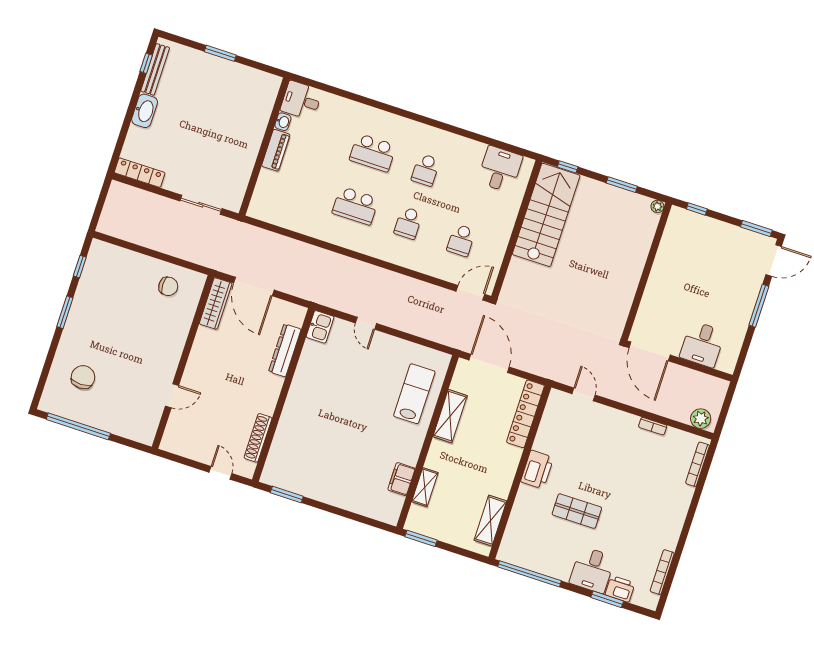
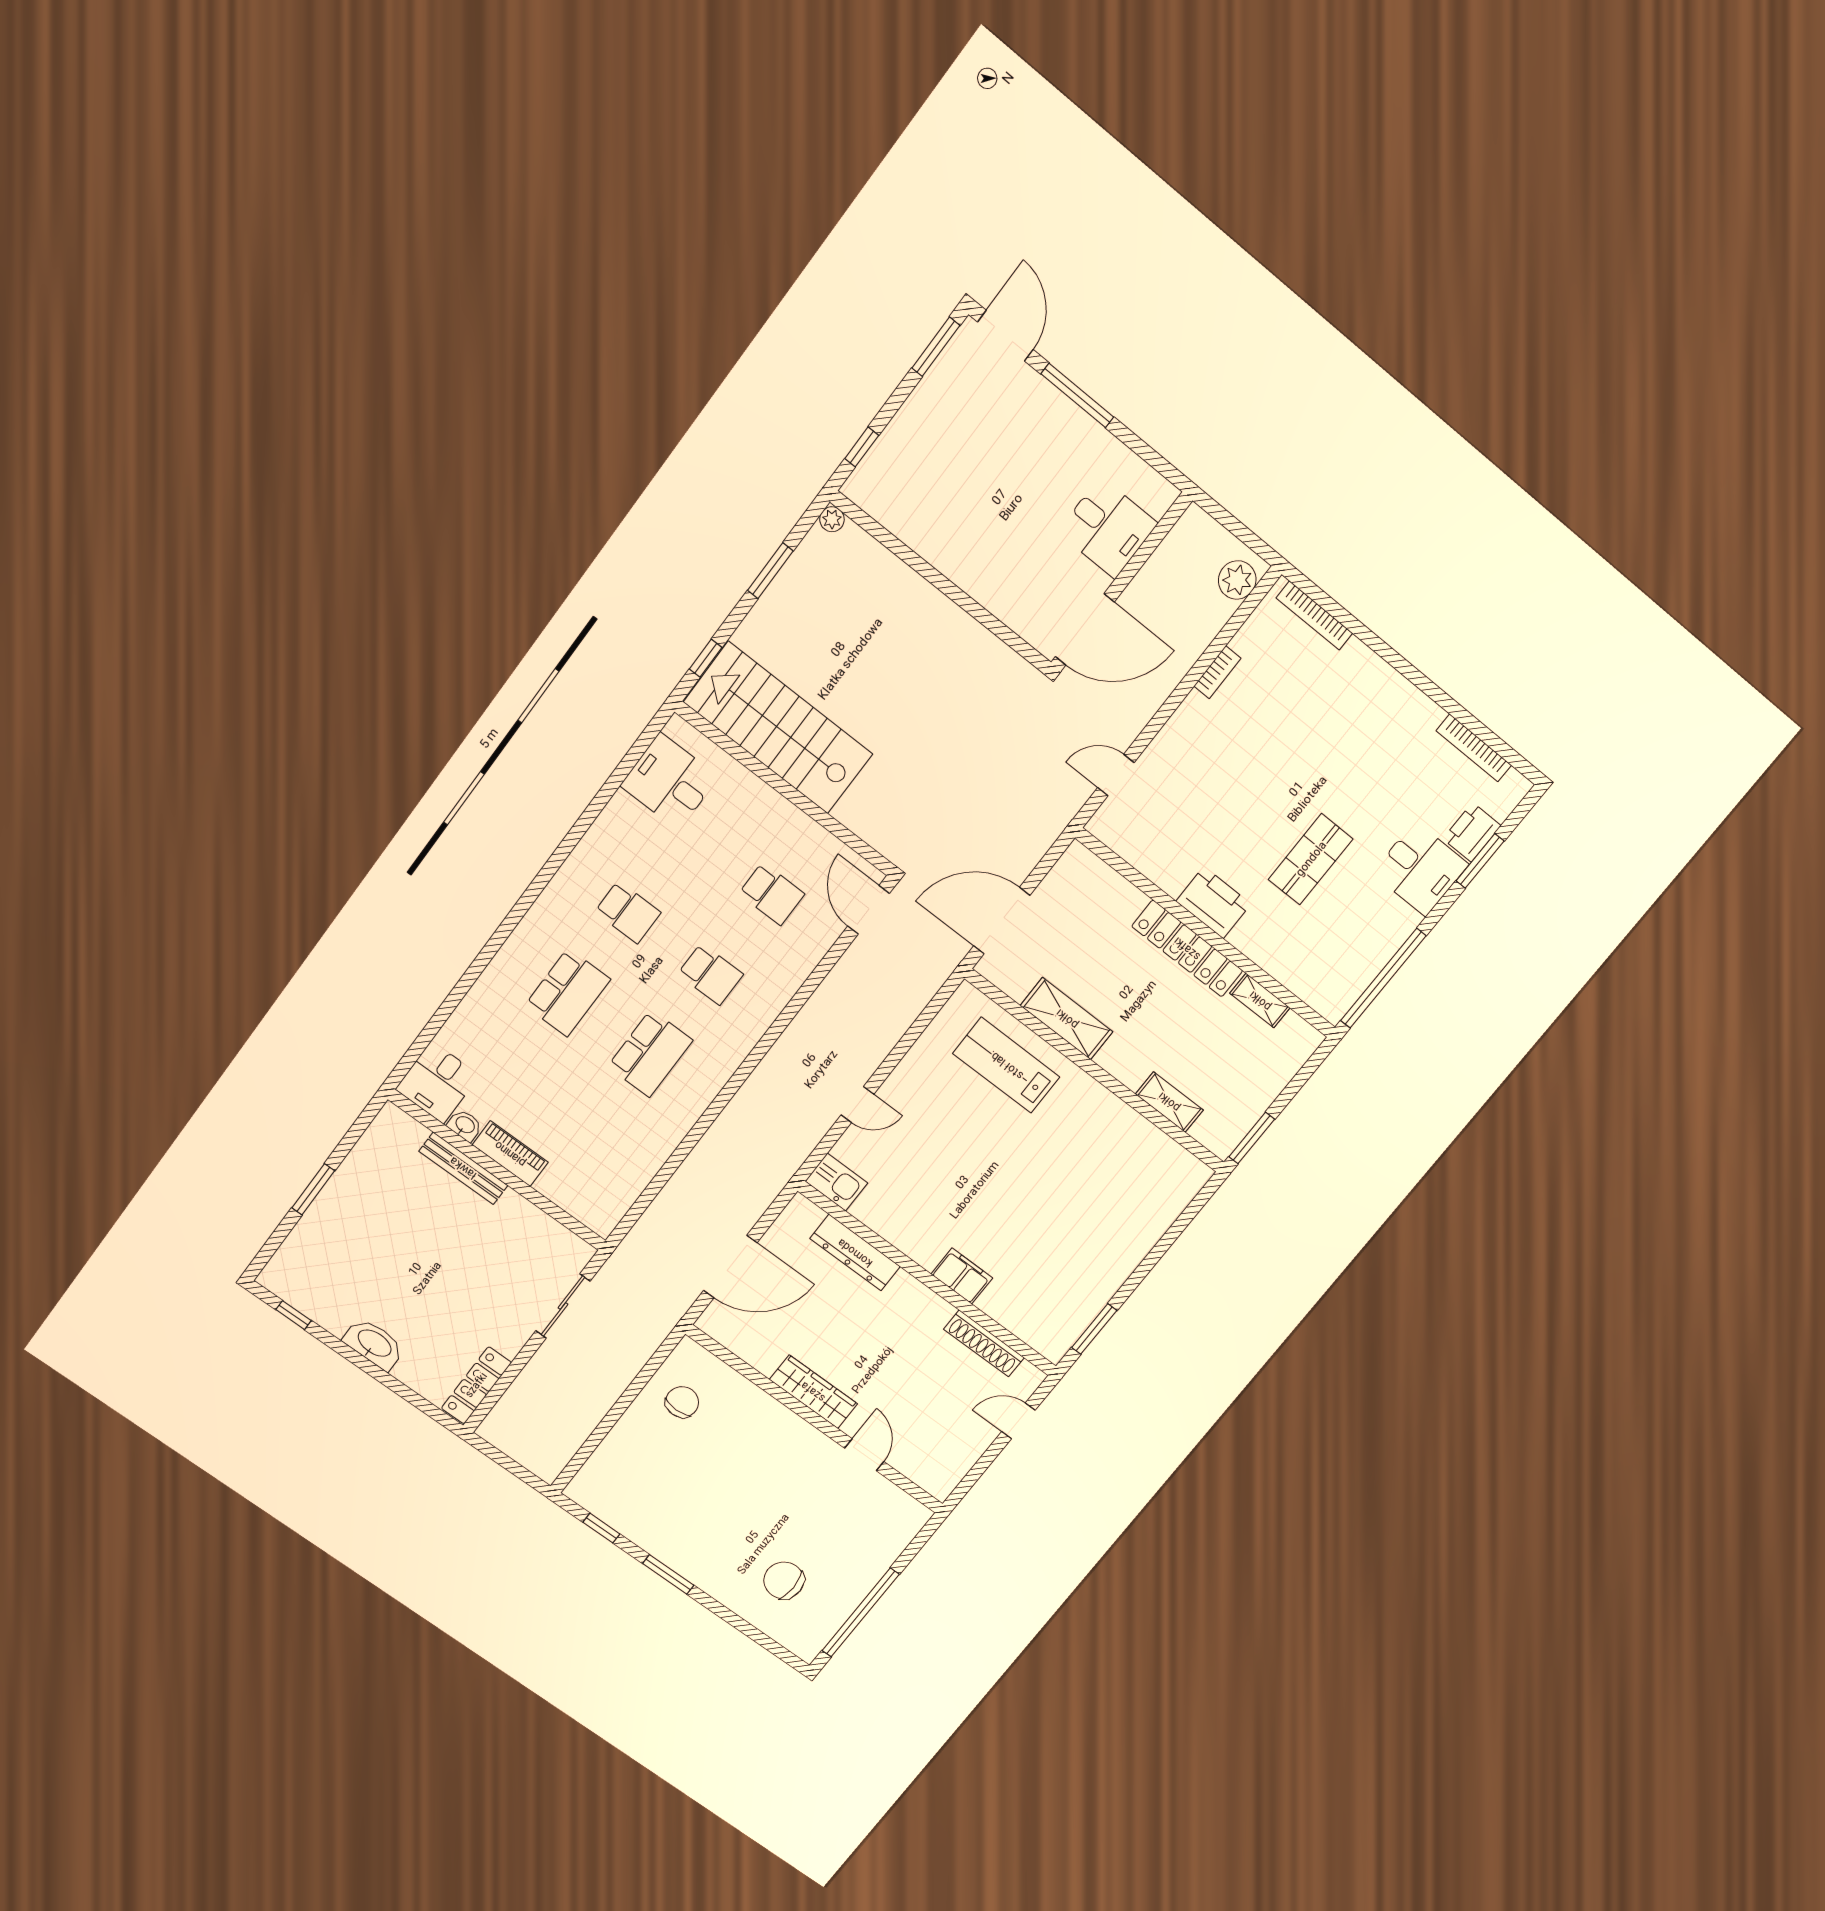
bench: (155, 69) -> (463, 1168), moved
wardrobe: (216, 304) -> (813, 1392), moved
locker: (525, 414) -> (1187, 949), moved
filing cabinet: (401, 479) -> (962, 1276), moved, turned 180
shelving: (490, 521) -> (1260, 1001), width x0.67, depth x0.75

